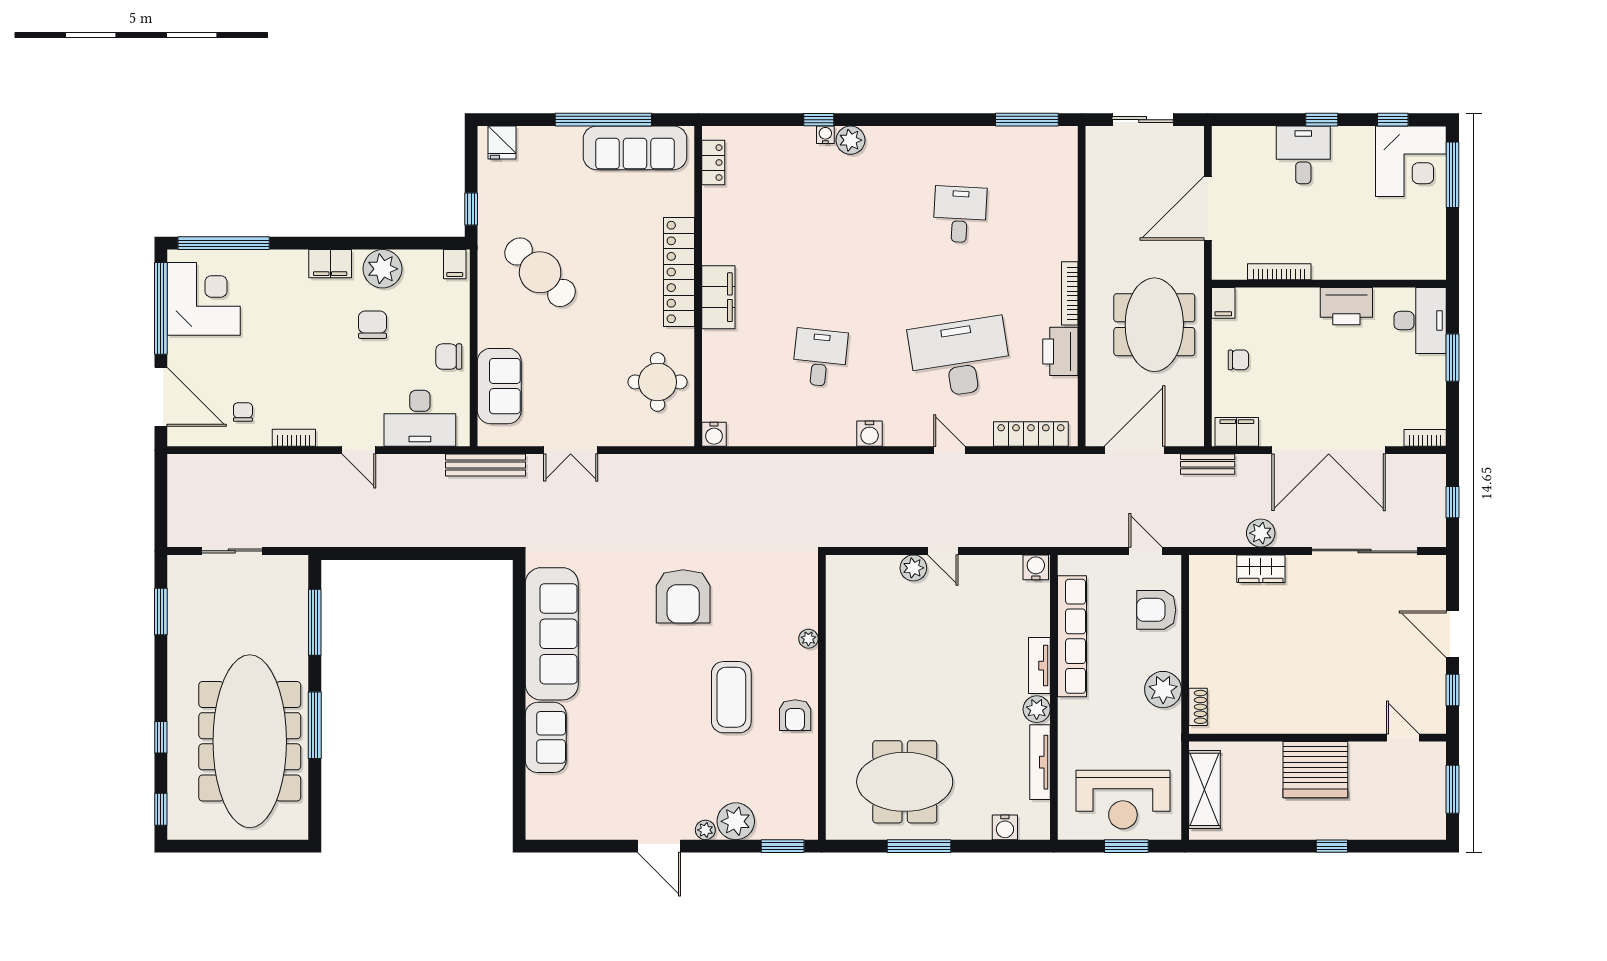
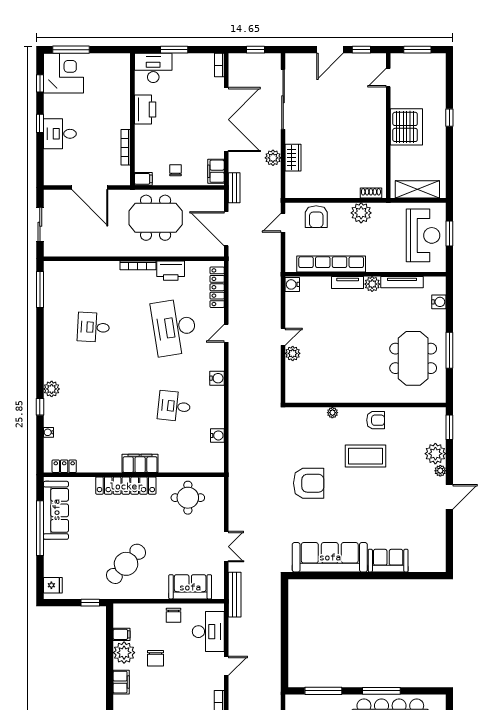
water cooler: (825, 135) -> (48, 432), moved
filing cabinet: (455, 264) -> (121, 634), moved
chair: (372, 325) -> (156, 658), turned -90
water cooler: (714, 434) -> (217, 435), moved

